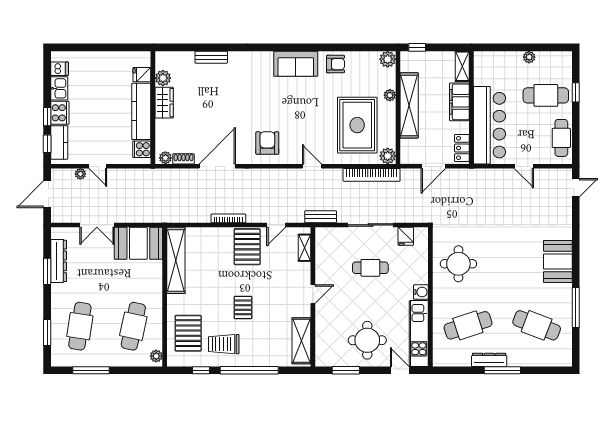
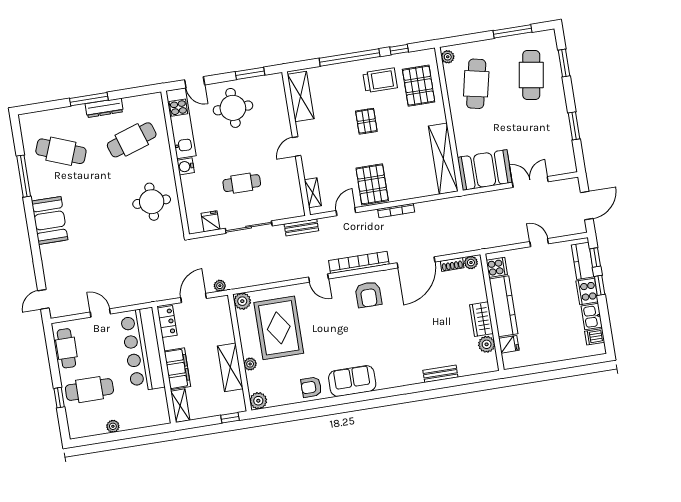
shelving: (409, 105) -> (230, 367), width x0.68
plant: (80, 174) -> (220, 286), moved
bookcase: (372, 175) -> (359, 262), moved
dresser: (59, 261) -> (564, 139), removed

